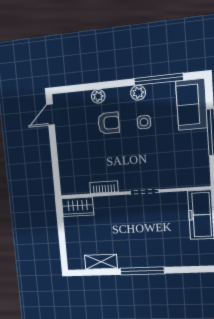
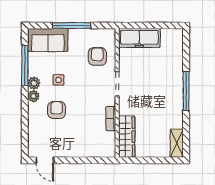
plant: (98, 96) -> (33, 96), moved
armchair: (175, 166) -> (97, 57), added
wardrobe: (78, 207) -> (127, 137), width x1.50
shelving: (101, 262) -> (177, 143), moved

